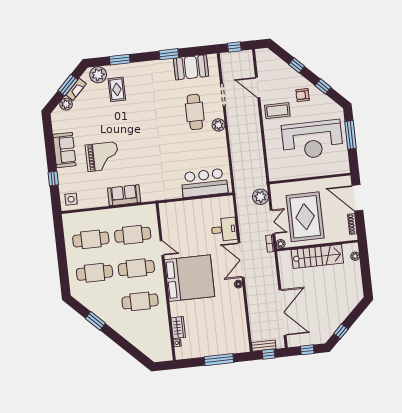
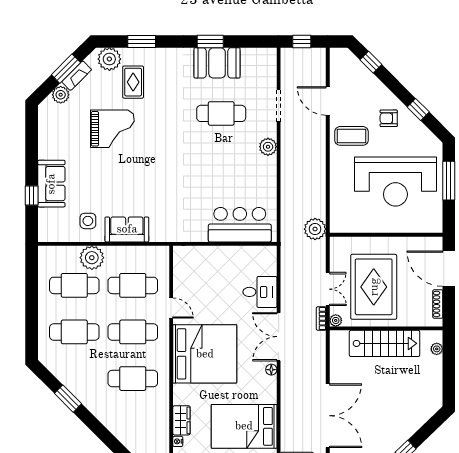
window: (297, 65) -> (371, 62), moved
booth: (191, 67) -> (217, 63), moved
cafe table: (195, 112) -> (221, 113), moved, turned 90
sofa: (64, 150) -> (51, 184), moved
grand piano: (102, 157) -> (112, 129), moved
plant: (260, 197) -> (315, 229), moved
side table: (71, 199) -> (88, 221), moved
plant: (101, 218) -> (92, 258), added
bed: (223, 327) -> (244, 426), added

